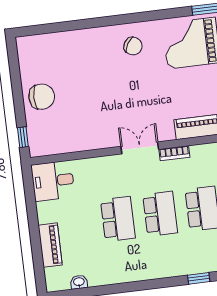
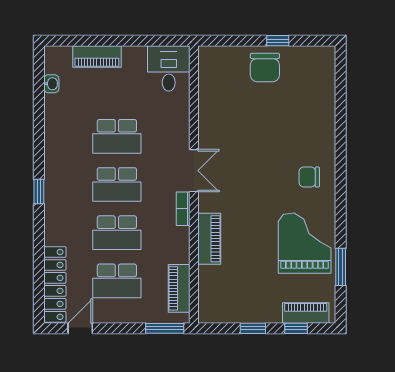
chair: (133, 46) -> (309, 177), turned 59
window: (23, 137) -> (278, 41), moved
window: (199, 278) -> (39, 192), moved

